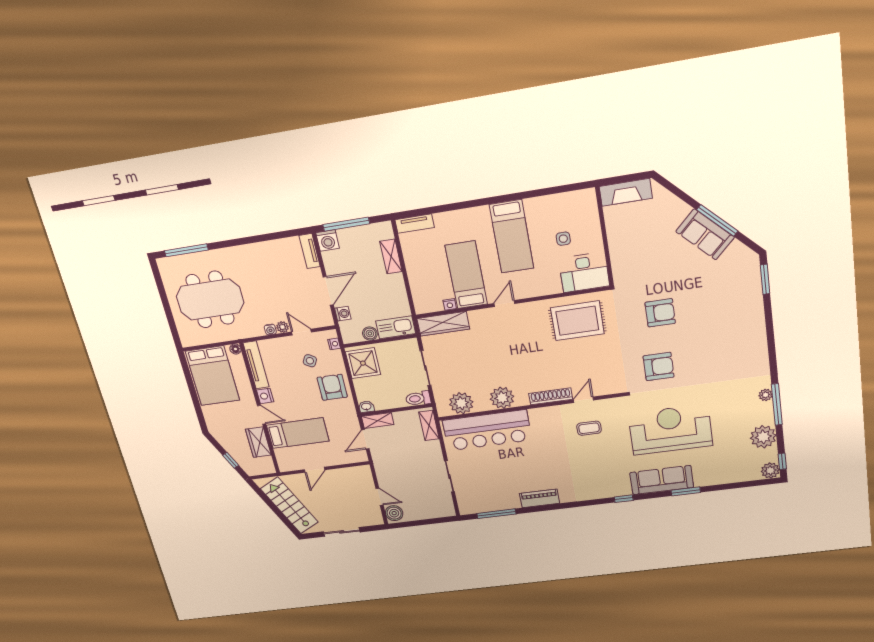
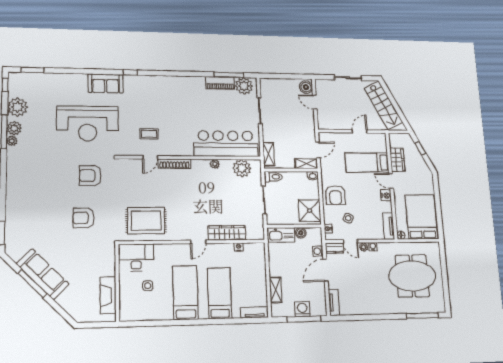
fireplace: (626, 192) -> (108, 295), moved, turned -90
sofa: (705, 234) -> (43, 274), width x1.36
washing machine: (328, 240) -> (302, 309), moved
bed: (466, 275) -> (219, 293), moved, turned 180
dresser: (321, 320) -> (335, 248), added
wardrobe: (443, 324) -> (227, 233), moved
tv unit: (256, 365) -> (389, 226), width x0.71
plant: (502, 398) -> (215, 164), width x0.53, depth x0.53
plant: (770, 470) -> (14, 128), moved
sofa: (662, 480) -> (106, 83), width x0.73
window: (686, 491) -> (32, 70), moved
piano: (539, 498) -> (220, 83), moved
plant: (475, 503) -> (244, 86), added

